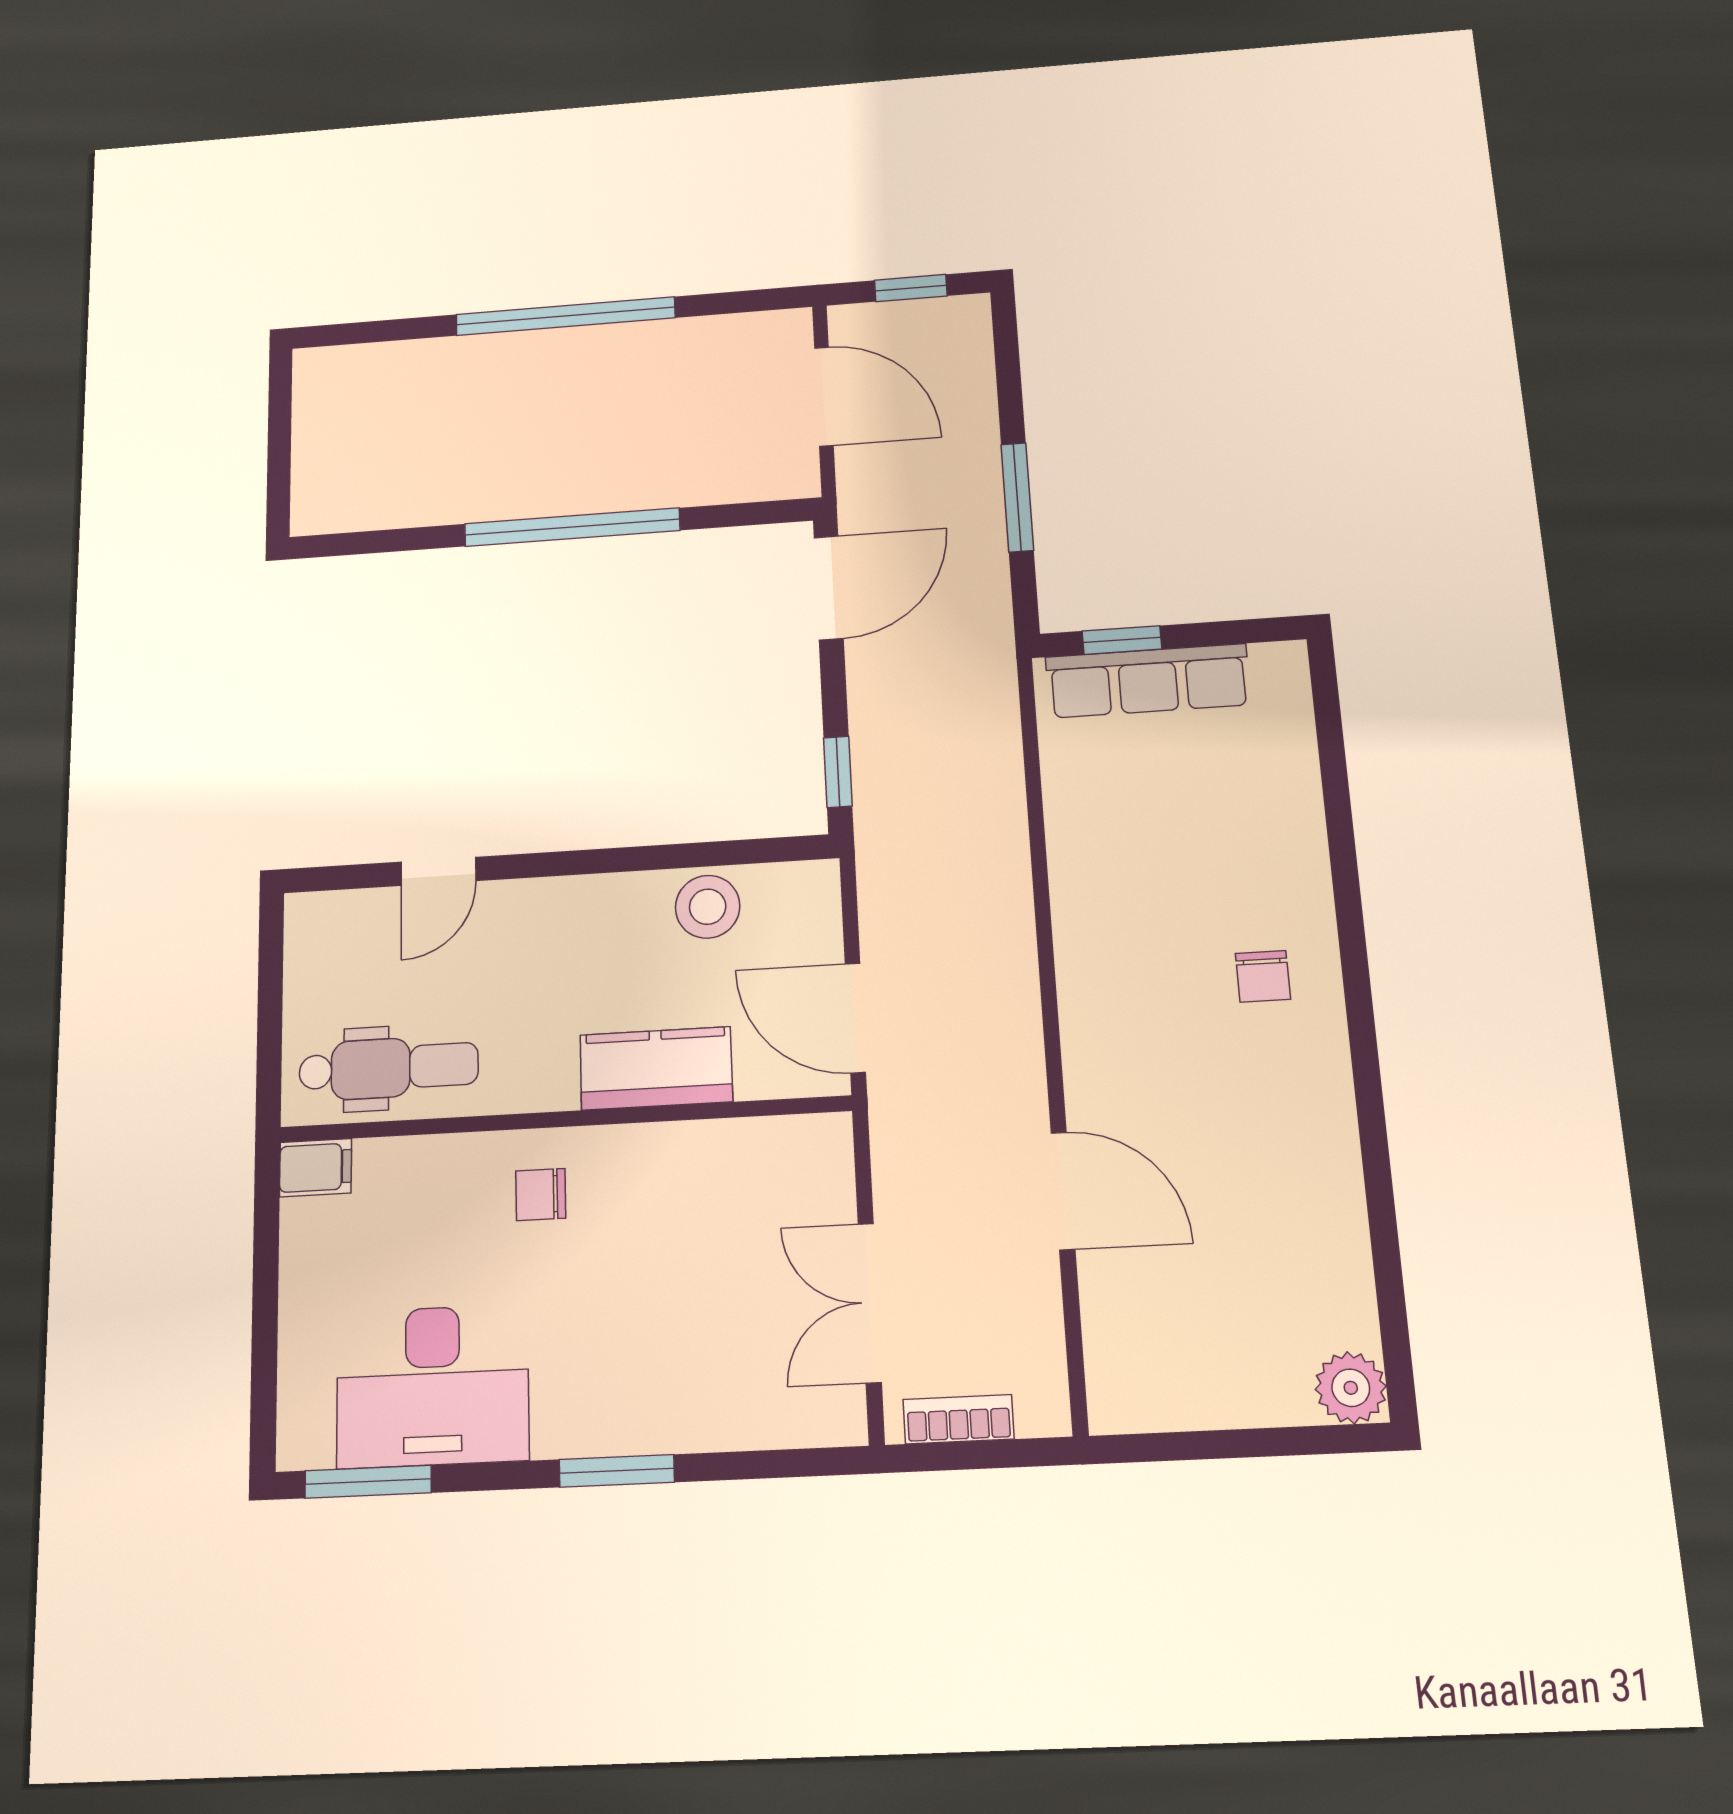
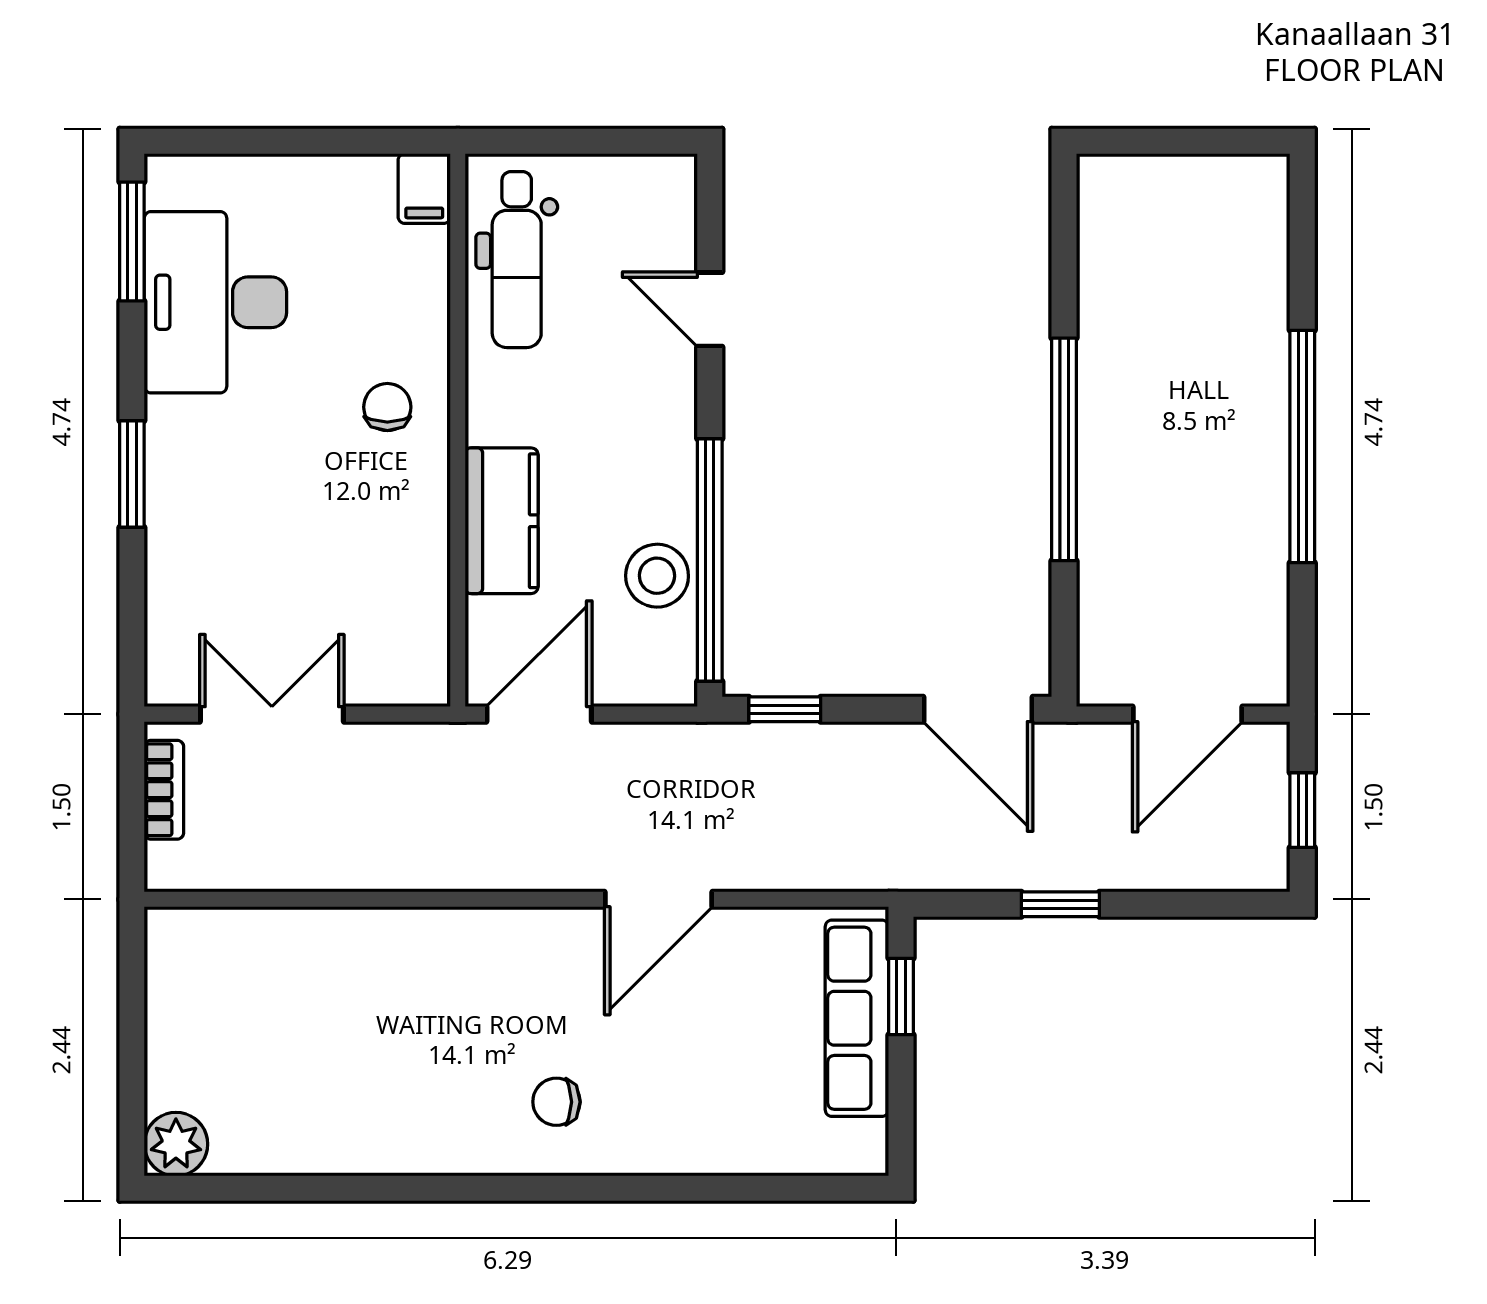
window: (1017, 497) -> (1060, 904), width x0.67
window: (690, 855) -> (710, 560), added
door: (1063, 1191) -> (659, 899), moved

